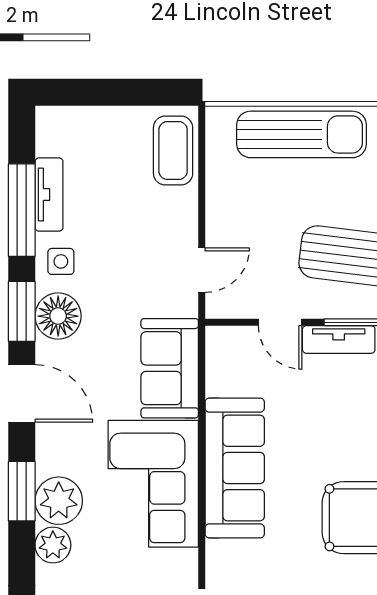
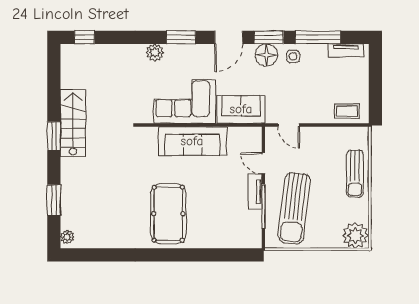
sun lounger: (302, 134) -> (355, 174), width x0.73, depth x0.75
coffee table: (173, 151) -> (347, 111), width x0.73, depth x0.77
tv unit: (49, 195) -> (346, 51), moved
door: (280, 322) -> (263, 163), hinge flipped
plant: (59, 501) -> (176, 55), removed

